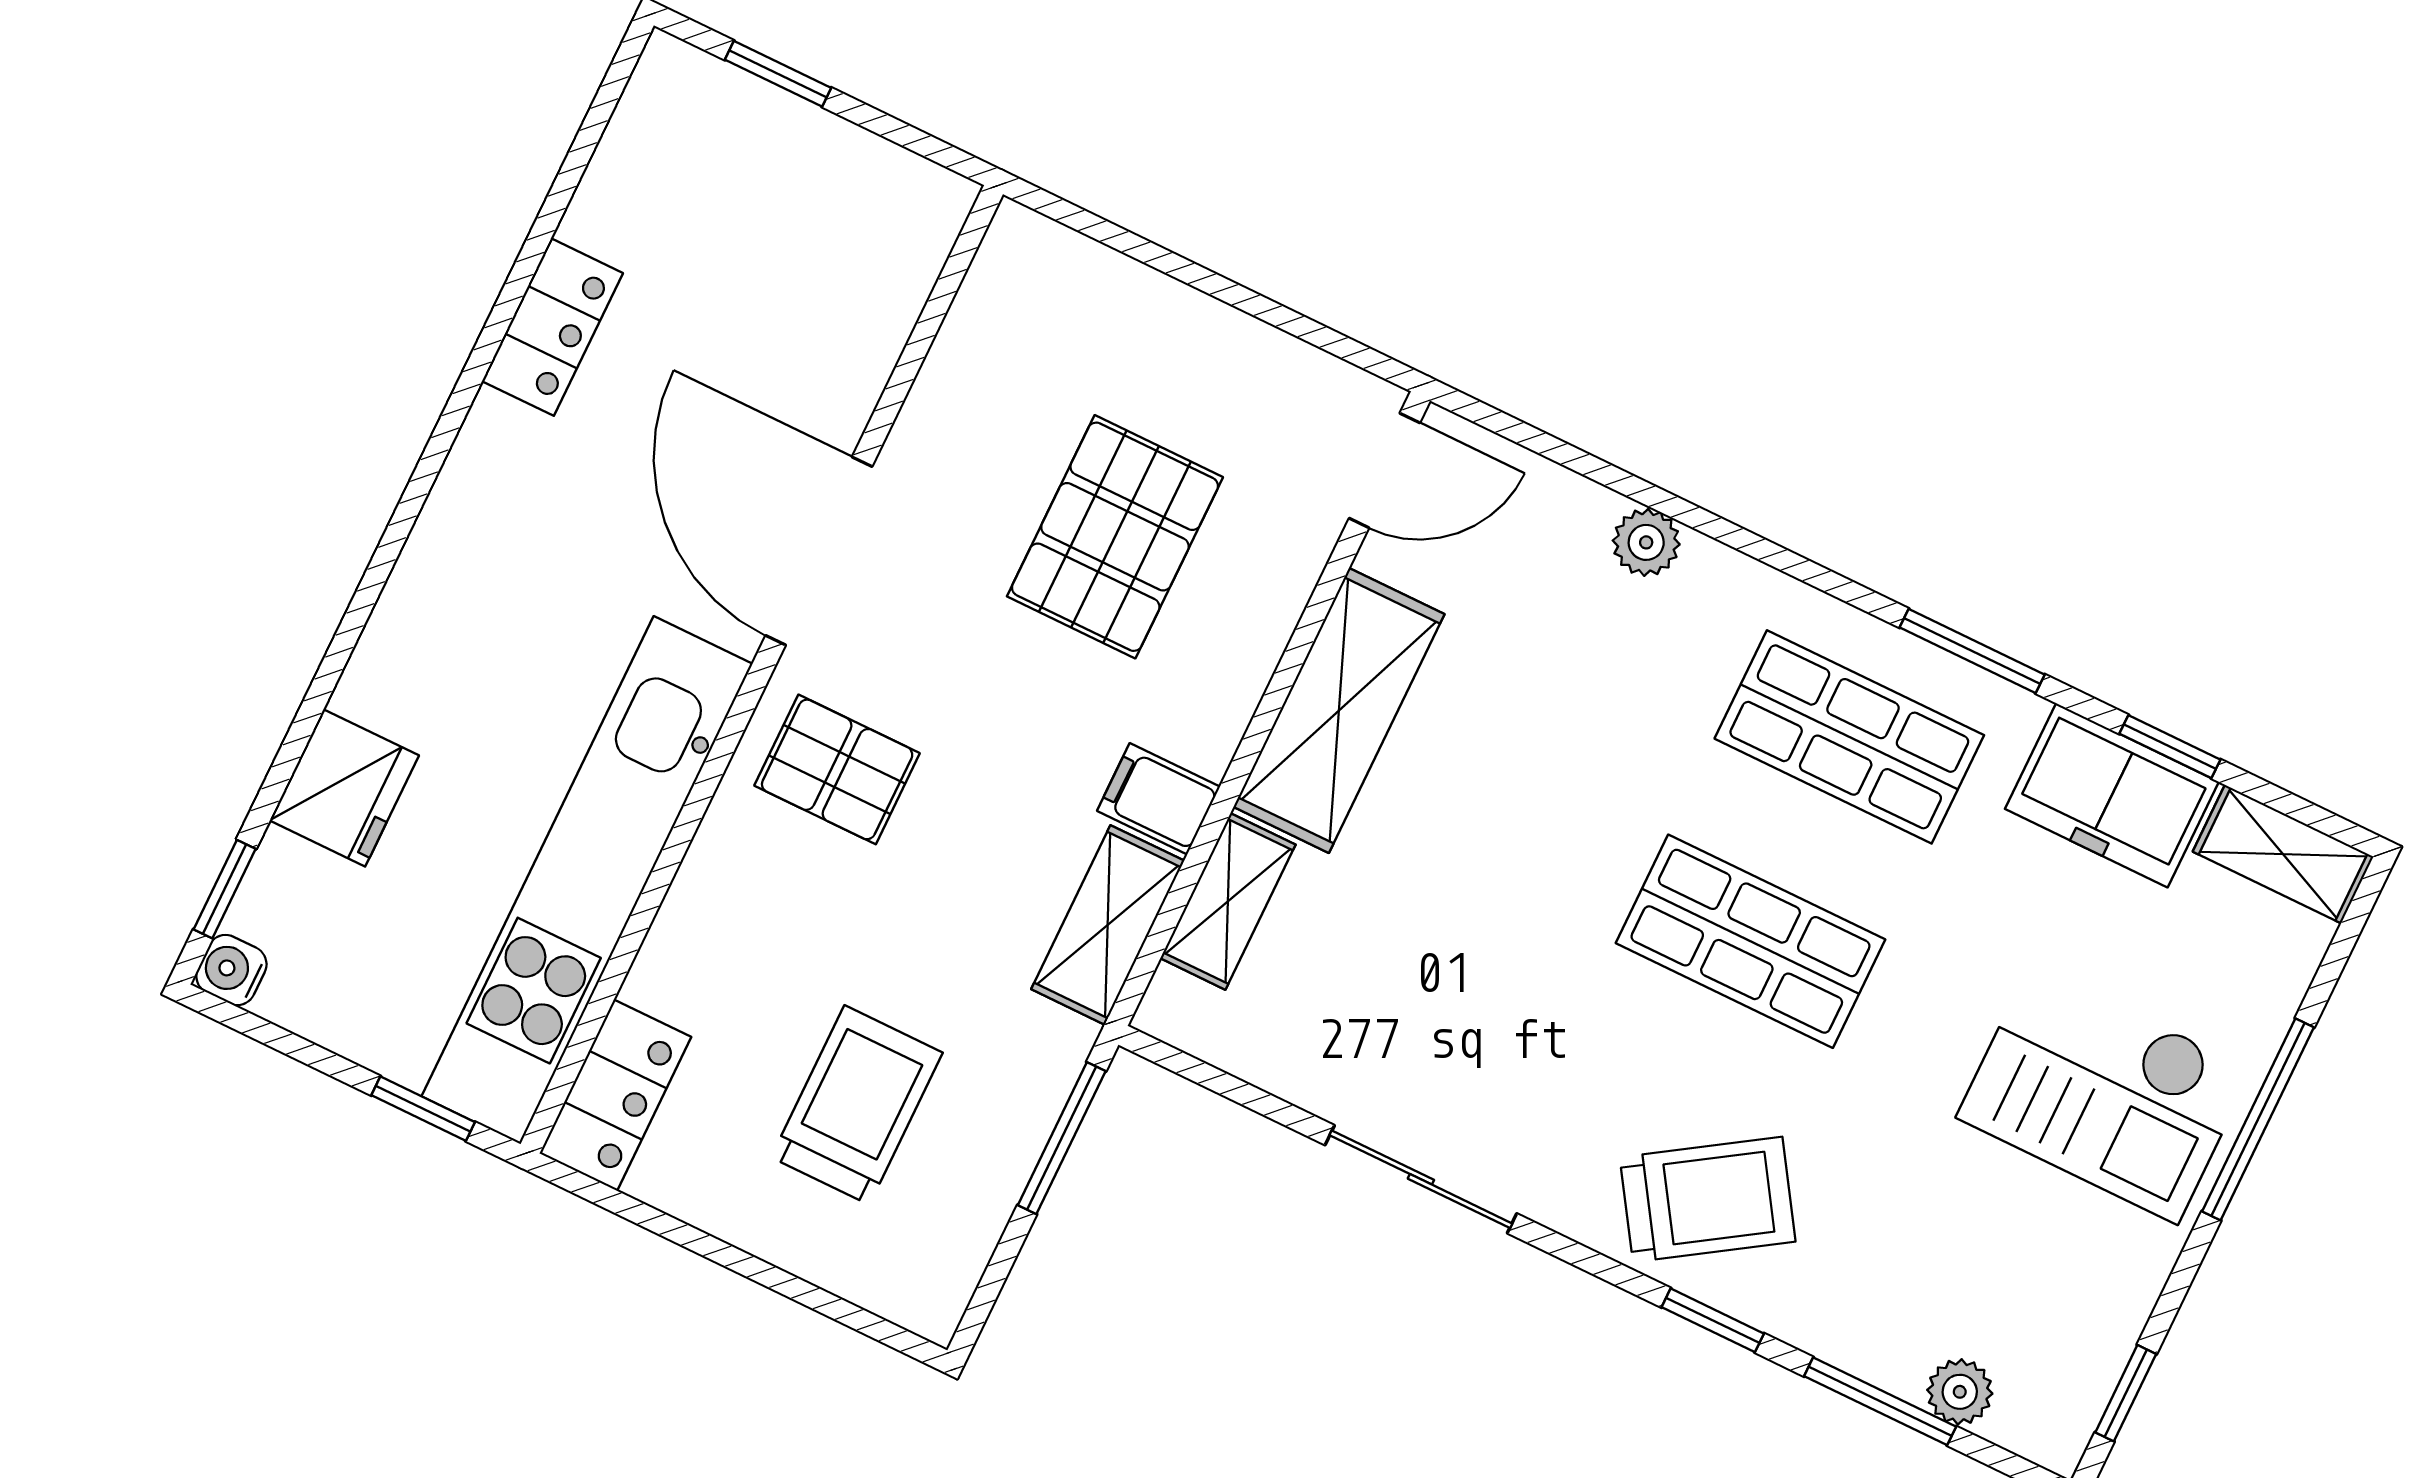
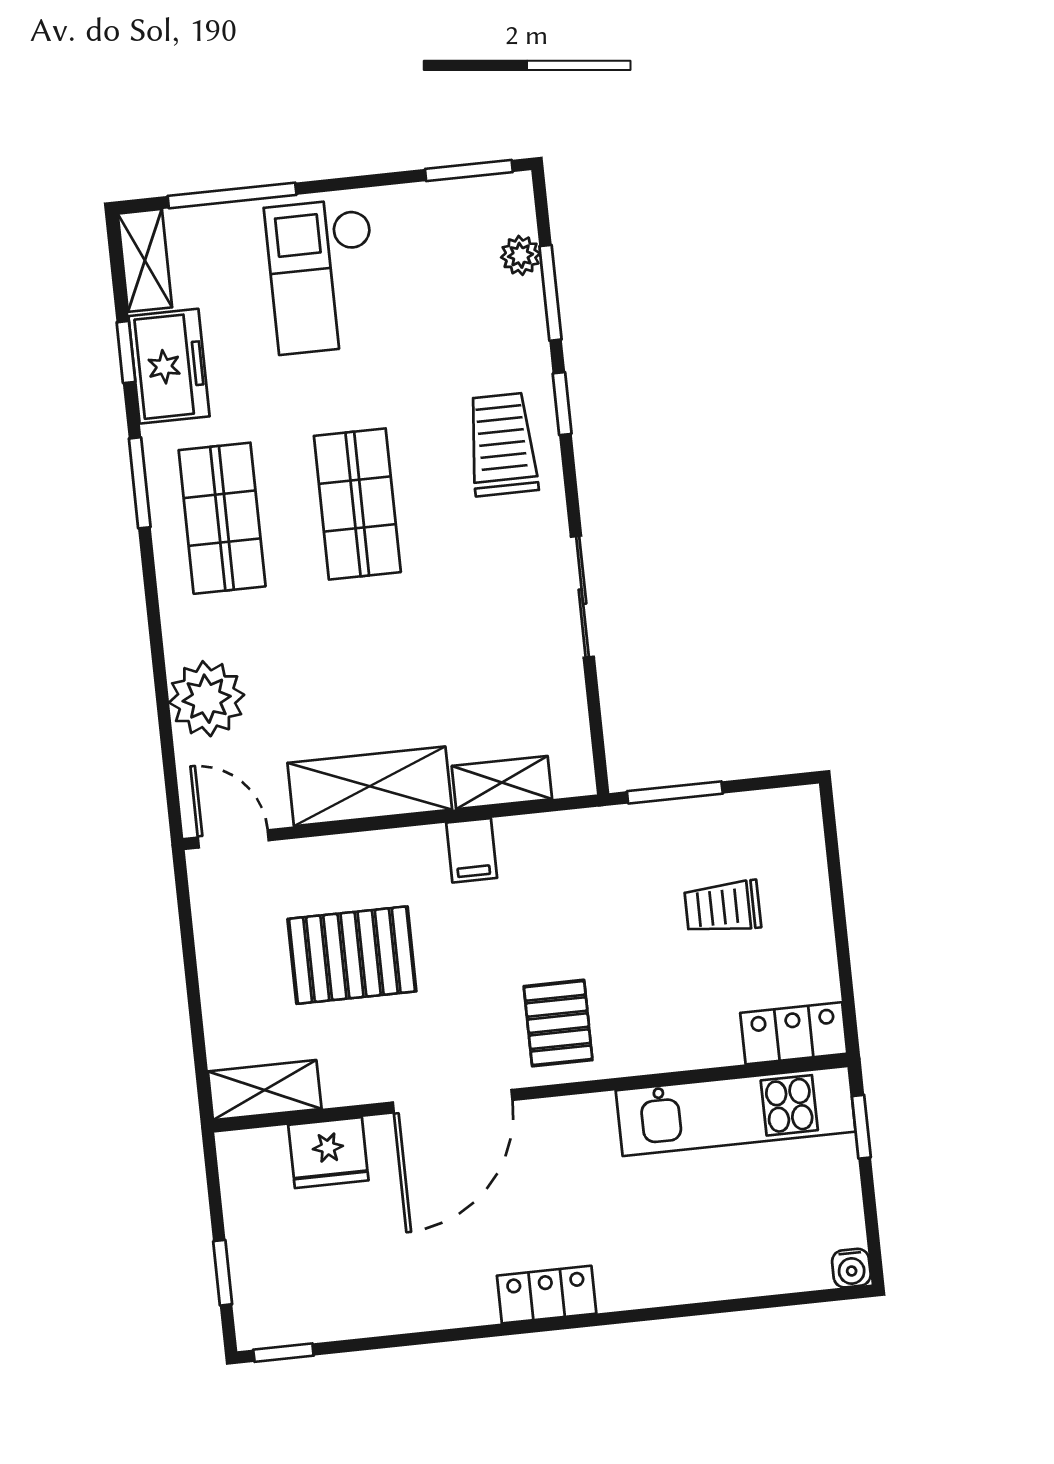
locker: (552, 327) -> (547, 1295), moved
plant: (1646, 542) -> (207, 699), width x1.87, depth x1.87
fridge: (344, 788) -> (328, 1153), moved, turned 180
kitchen unit: (587, 880) -> (736, 1111), width x0.73
window: (225, 889) -> (283, 1353), moved
shelving: (1108, 925) -> (265, 1090), moved
checkout: (2104, 1093) -> (323, 276), turned 180
trolley: (857, 1105) -> (723, 907), width x0.73, depth x0.72
window: (2258, 1119) -> (232, 195), moved
trolley: (1708, 1199) -> (502, 444), turned 33
window: (2126, 1393) -> (469, 170), width x1.50

